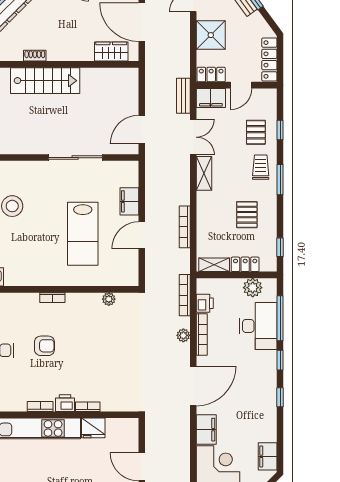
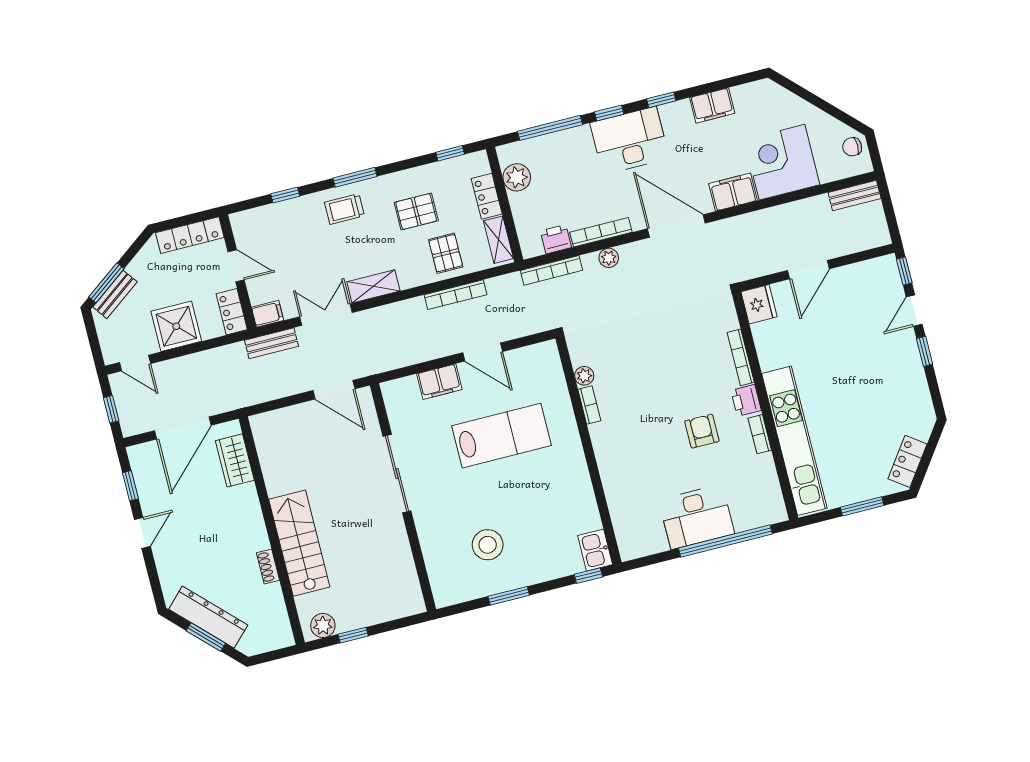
filing cabinet: (211, 98) -> (267, 314), width x0.50
pallet: (256, 132) -> (446, 253), moved, turned 90
bookcase: (52, 298) -> (589, 405), moved
desk: (258, 326) -> (630, 140), moved
armchair: (44, 346) -> (702, 431), moved
bookcase: (88, 407) -> (741, 357), width x1.56
fridge: (93, 428) -> (759, 304), moved
filing cabinet: (268, 456) -> (712, 105), moved

